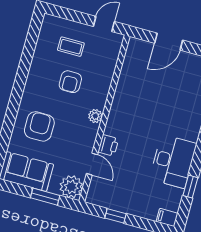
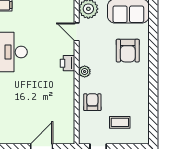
armchair: (70, 82) -> (92, 102), moved
printer: (108, 145) -> (67, 63), moved

